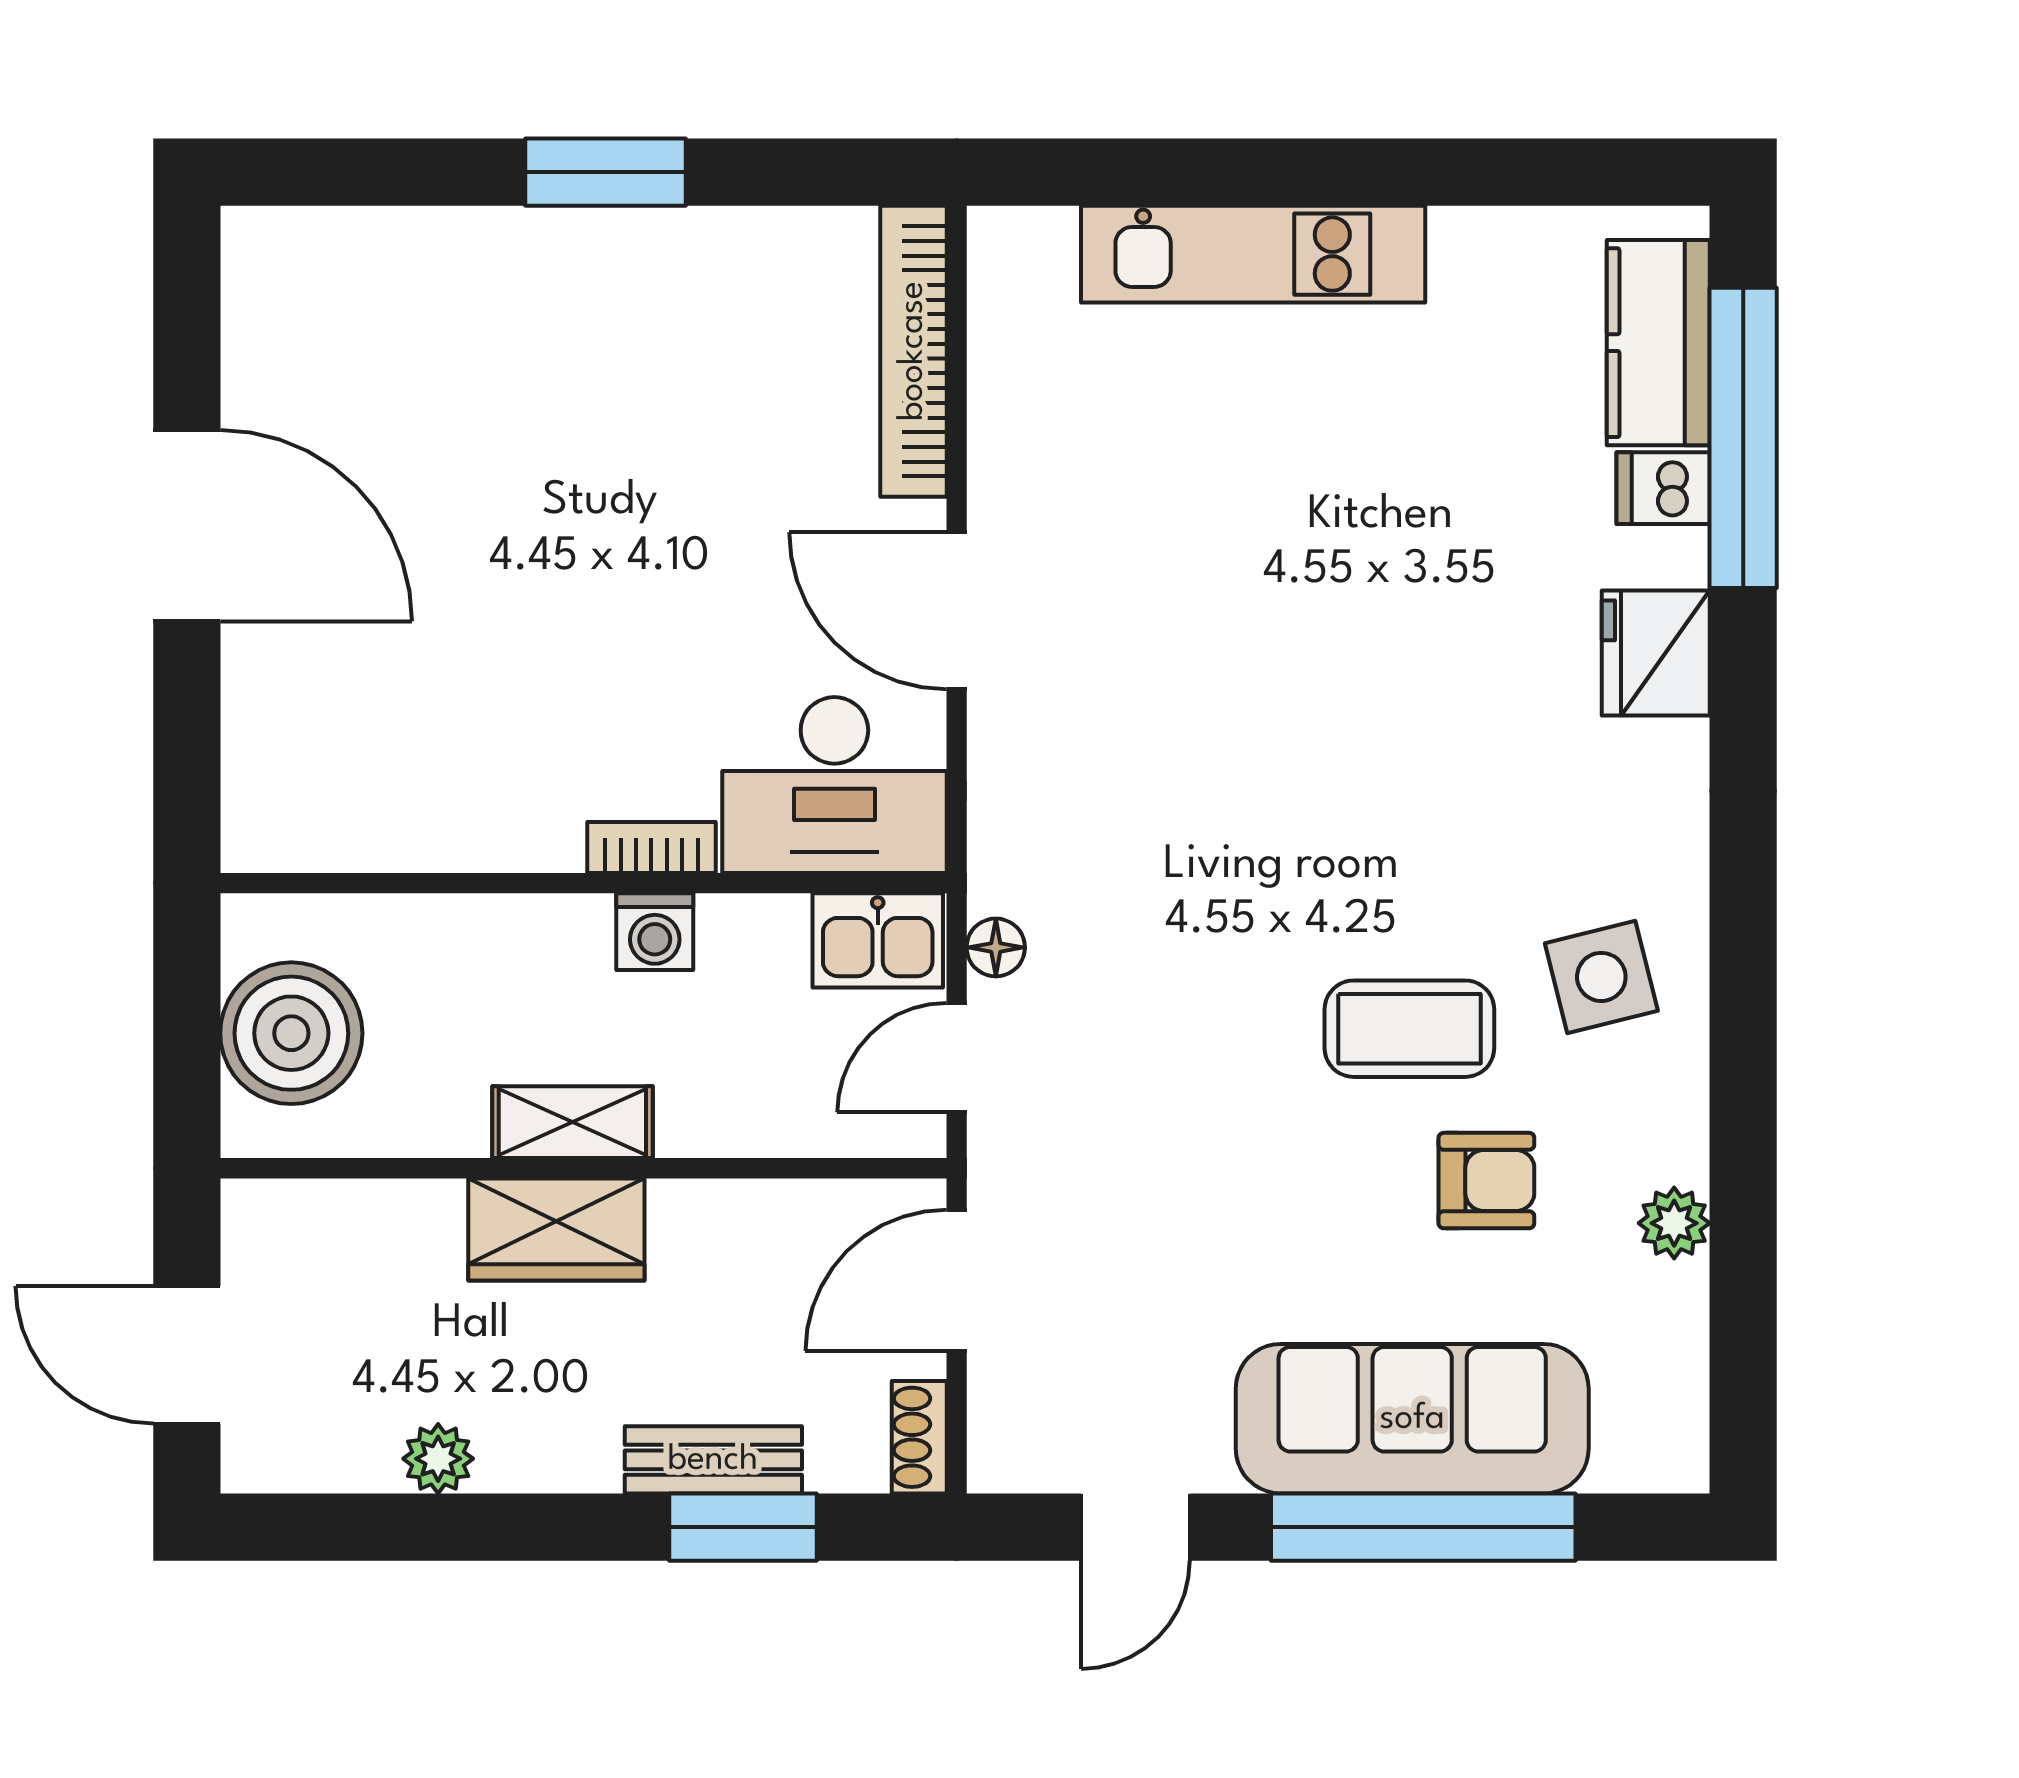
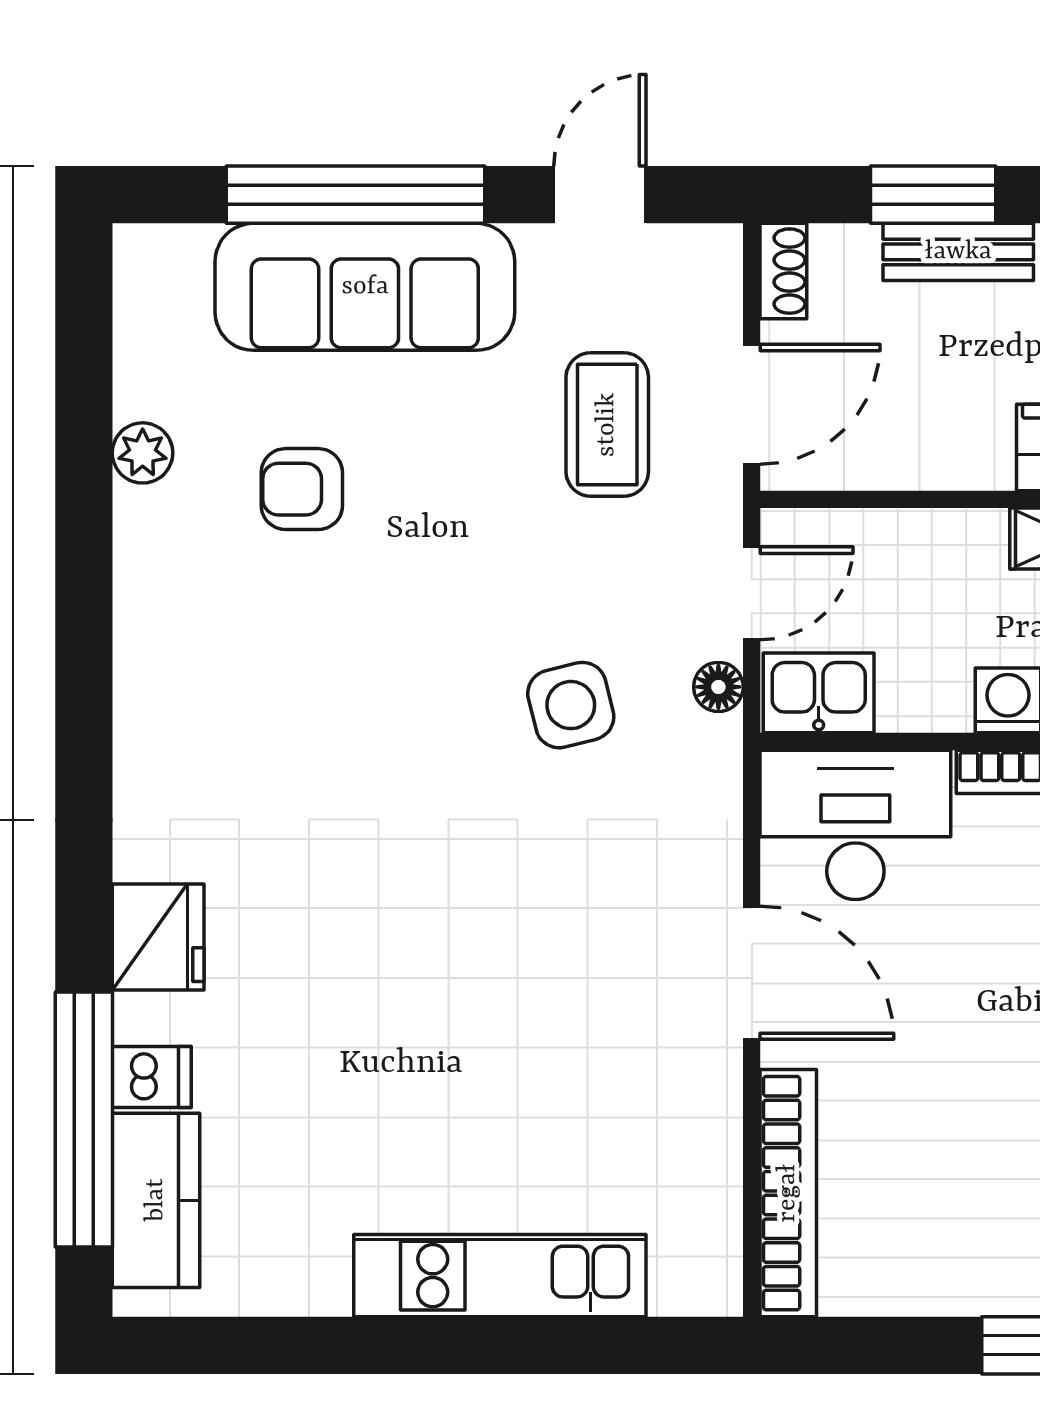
side table: (1601, 977) -> (571, 705), moved
coffee table: (1409, 1029) -> (607, 425), moved, turned 90

